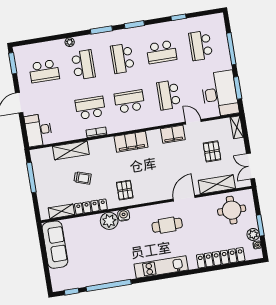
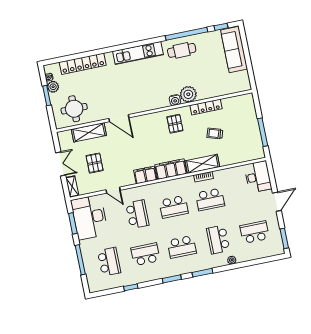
school desk: (122, 58) -> (182, 247), turned 90
filing cabinet: (173, 134) -> (145, 175), moved
shelving: (71, 150) -> (202, 164), moved
double door: (251, 166) -> (61, 164), moved
door: (184, 198) -> (119, 118), hinge flipped
shelving: (61, 211) -> (233, 102), removed
cafe table: (167, 225) -> (182, 50), moved
sofa: (55, 245) -> (234, 50), moved

